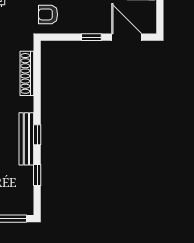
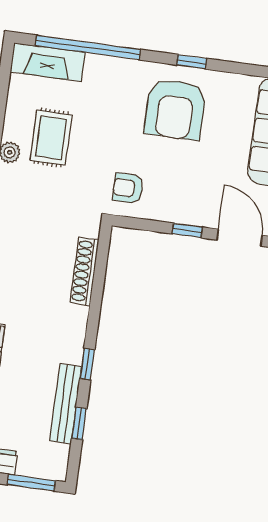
bench: (26, 139) -> (66, 404), moved

